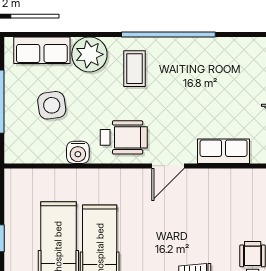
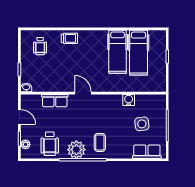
plant: (89, 54) -> (76, 150), moved
wheelchair: (124, 137) -> (50, 144), moved, turned -90
door: (168, 166) -> (83, 93), hinge flipped

